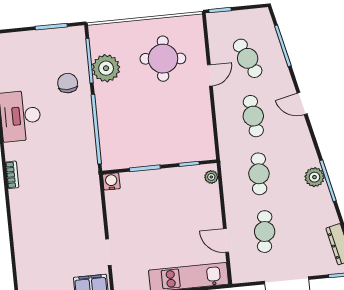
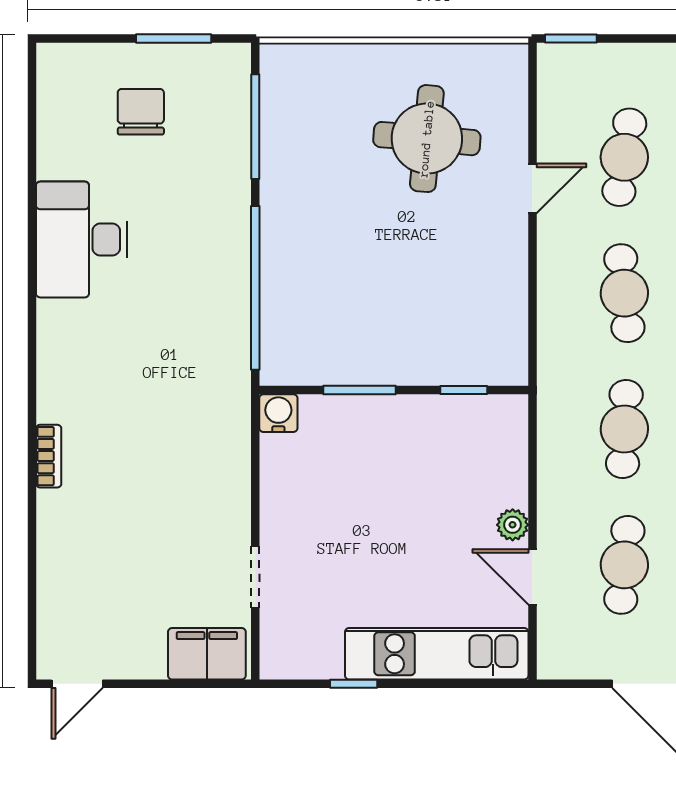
cafe table: (248, 58) -> (624, 157), turned 33
plant: (106, 68) -> (292, 148), removed
chair: (68, 83) -> (141, 112), moved
bookcase: (12, 175) -> (49, 456), moved
plant: (211, 177) -> (513, 525), moved

